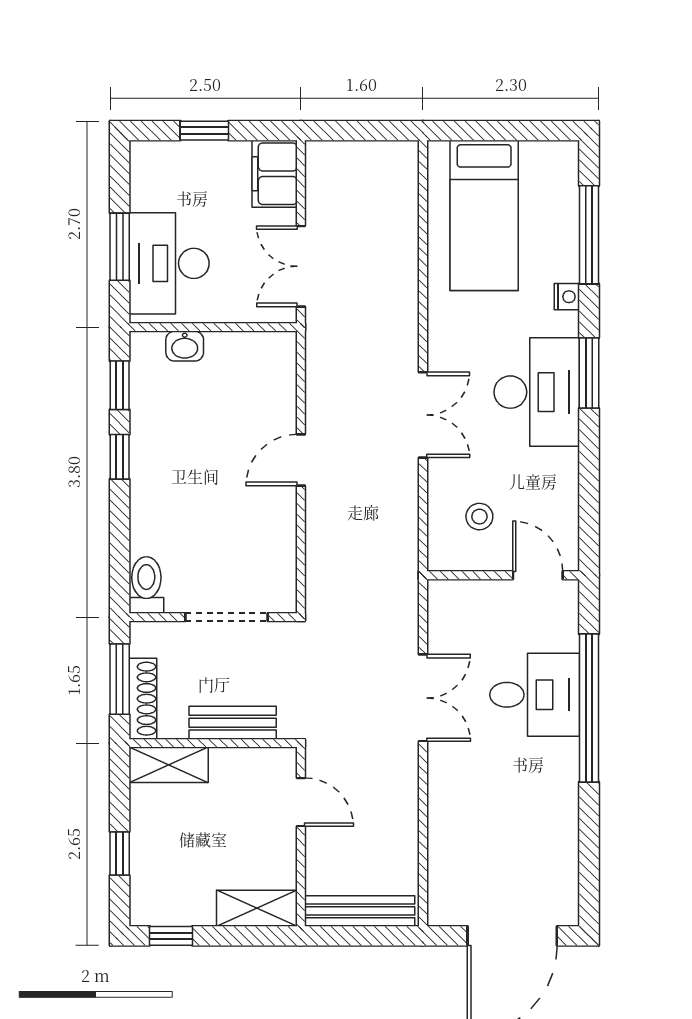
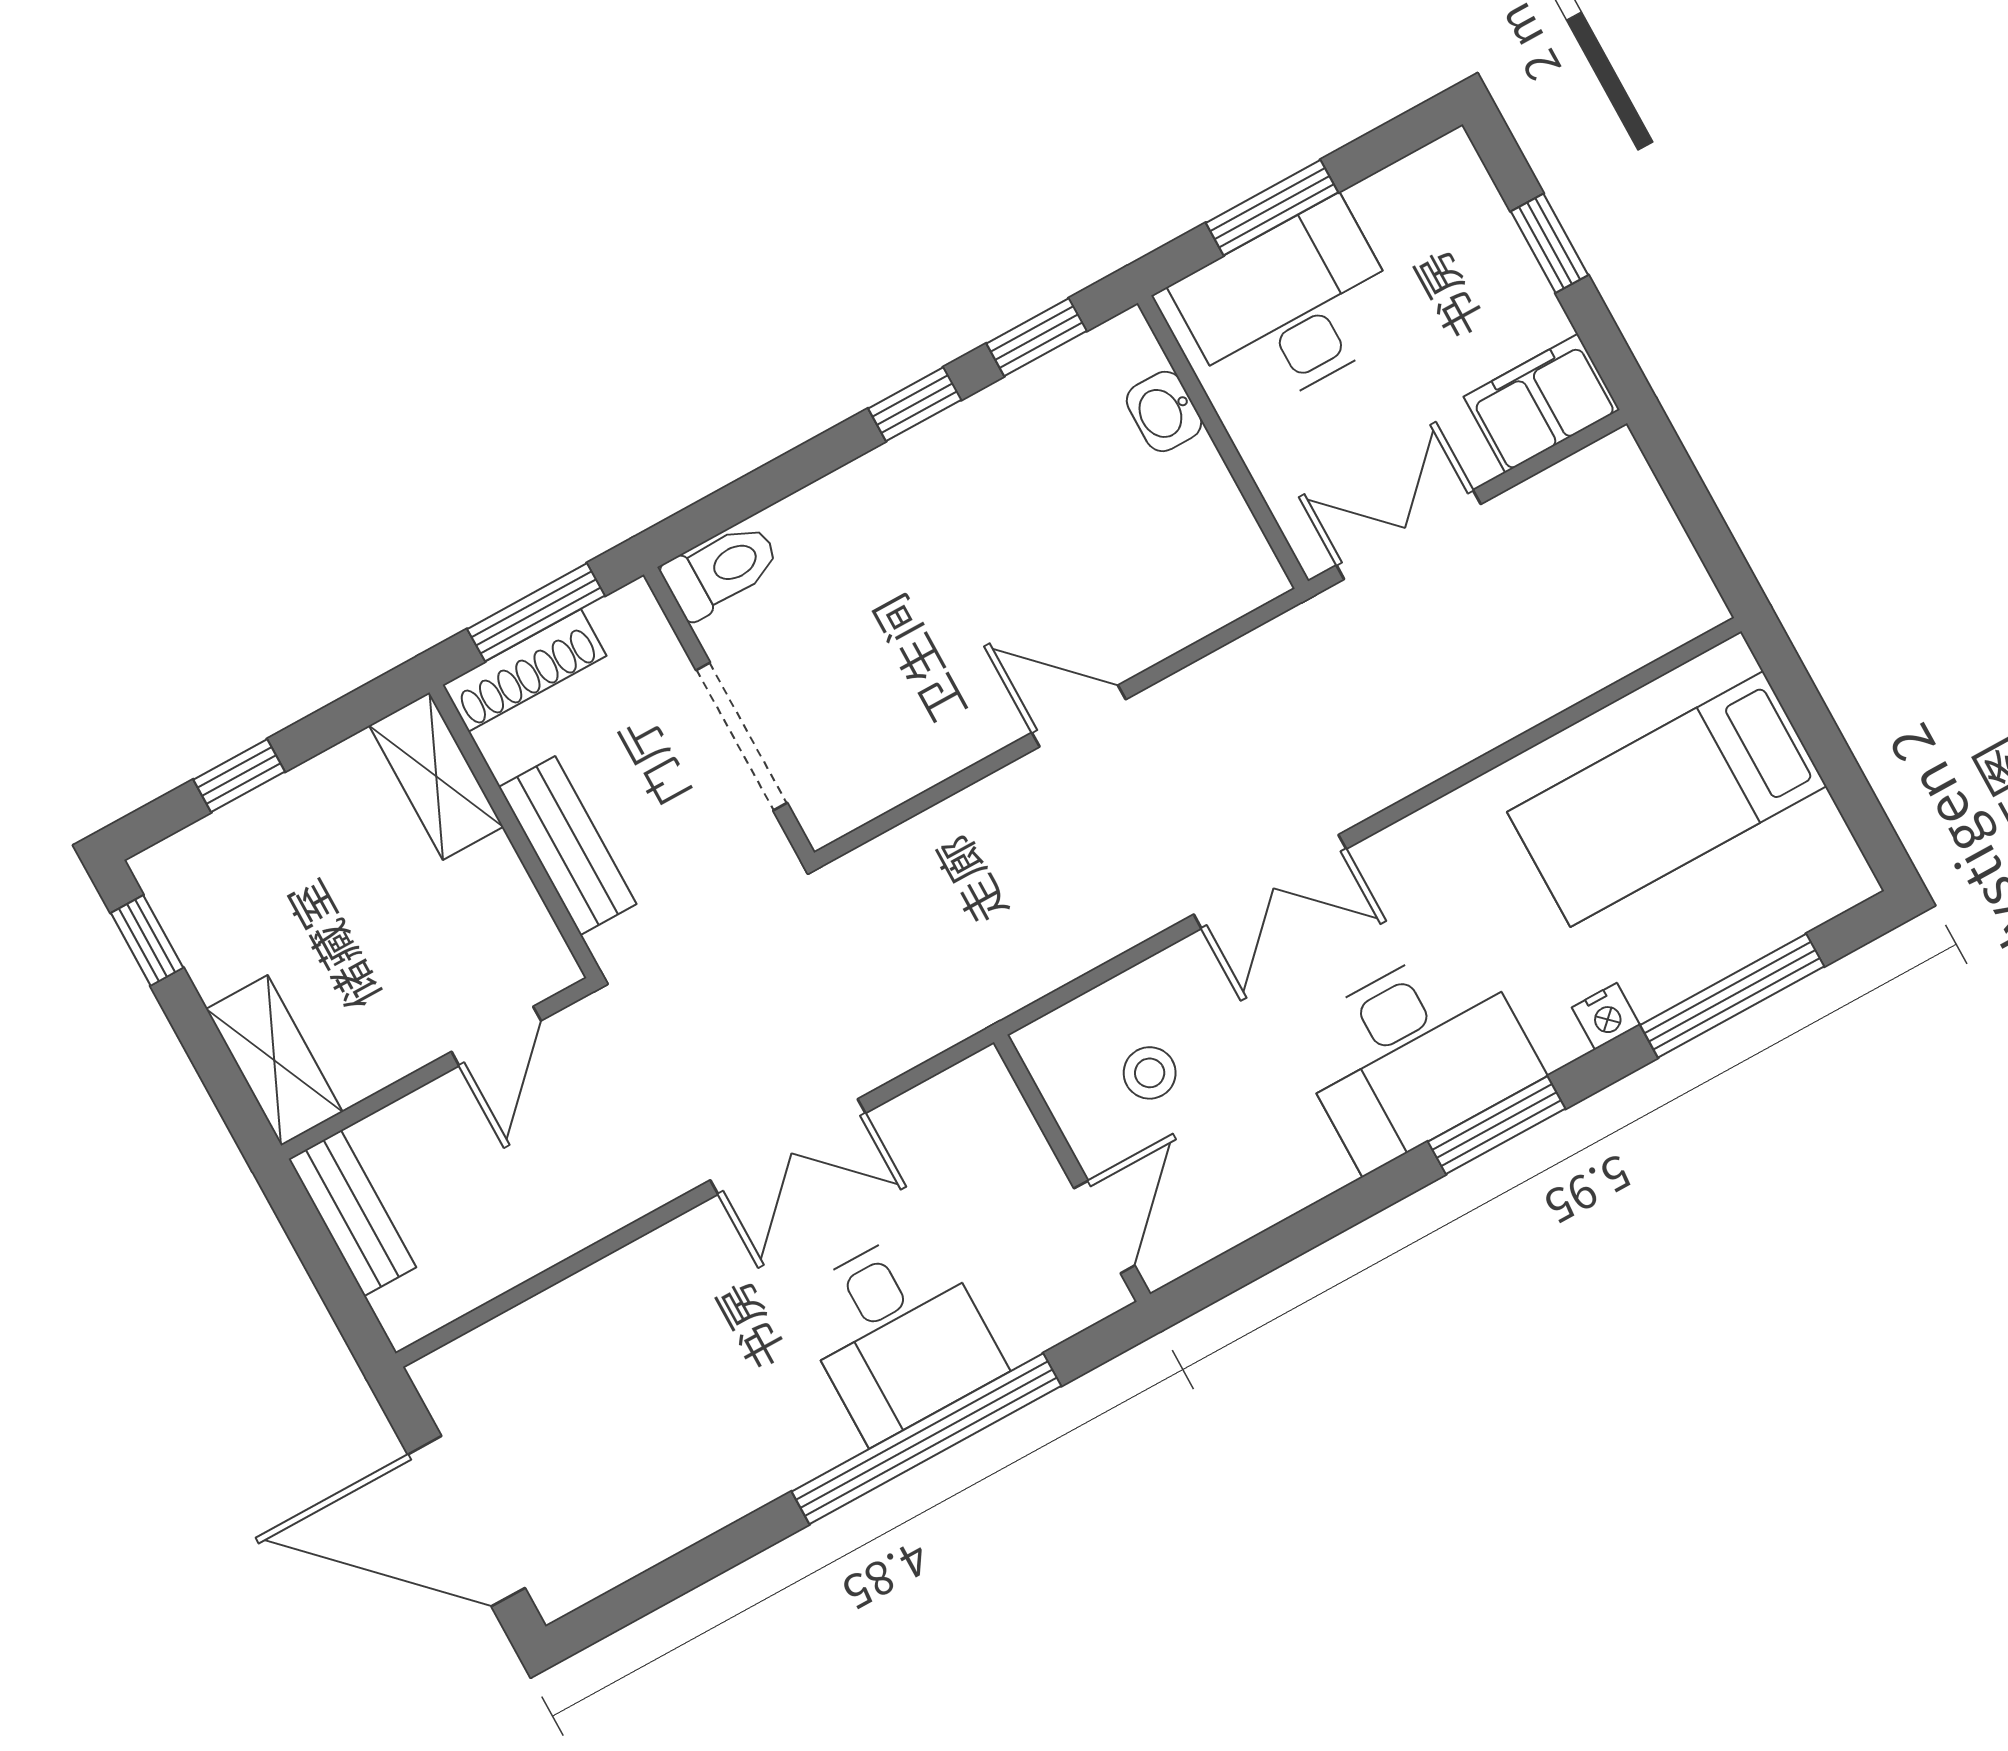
bench: (360, 911) -> (352, 1213), width x0.73

